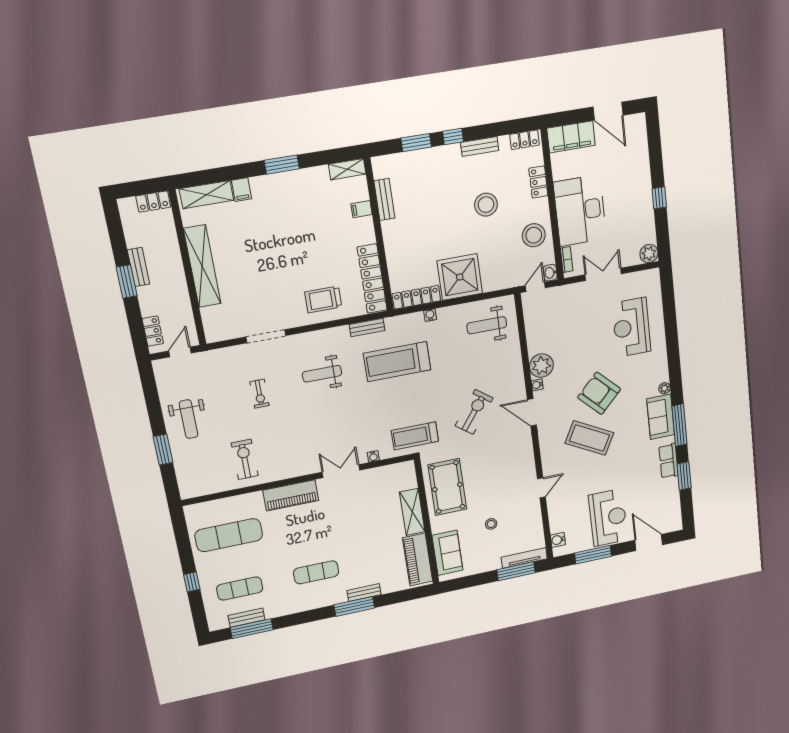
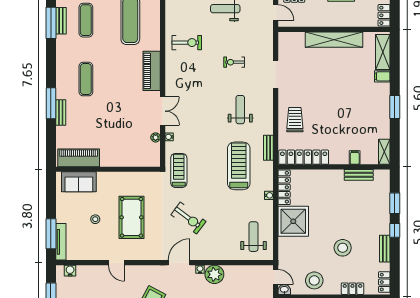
plant: (377, 473) -> (156, 137), added
pool table: (447, 487) -> (131, 217), moved, turned 90
shelving: (412, 512) -> (119, 160), removed

